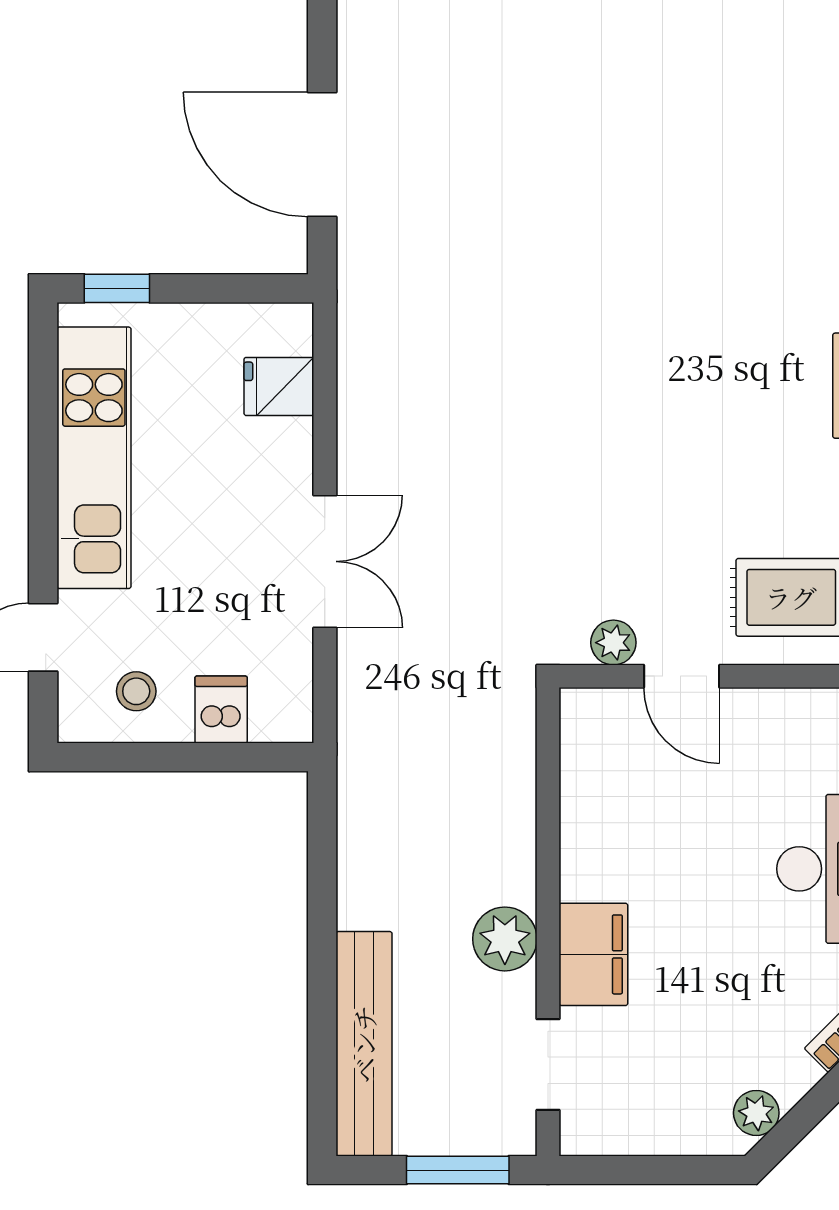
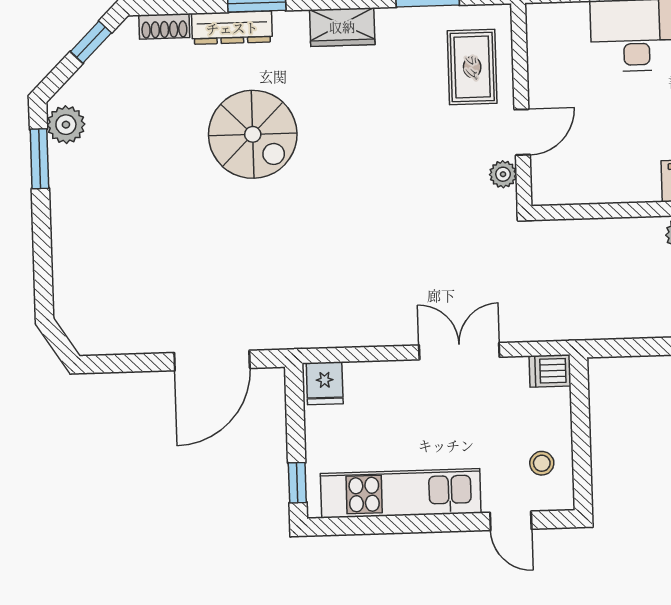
spiral stairs: (692, 233) -> (253, 134), added
fridge: (279, 386) -> (325, 383), moved
dishwasher: (221, 710) -> (550, 371), moved

